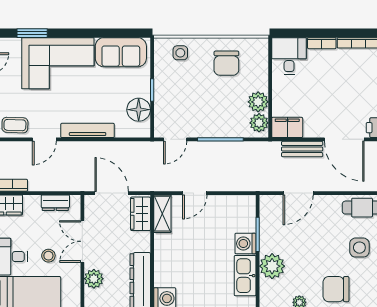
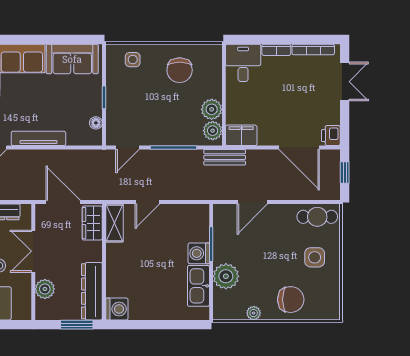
floor lamp: (139, 110) -> (96, 123), width x0.53, depth x0.53
bench: (302, 149) -> (225, 157), moved
chair: (336, 289) -> (291, 300), turned 180

